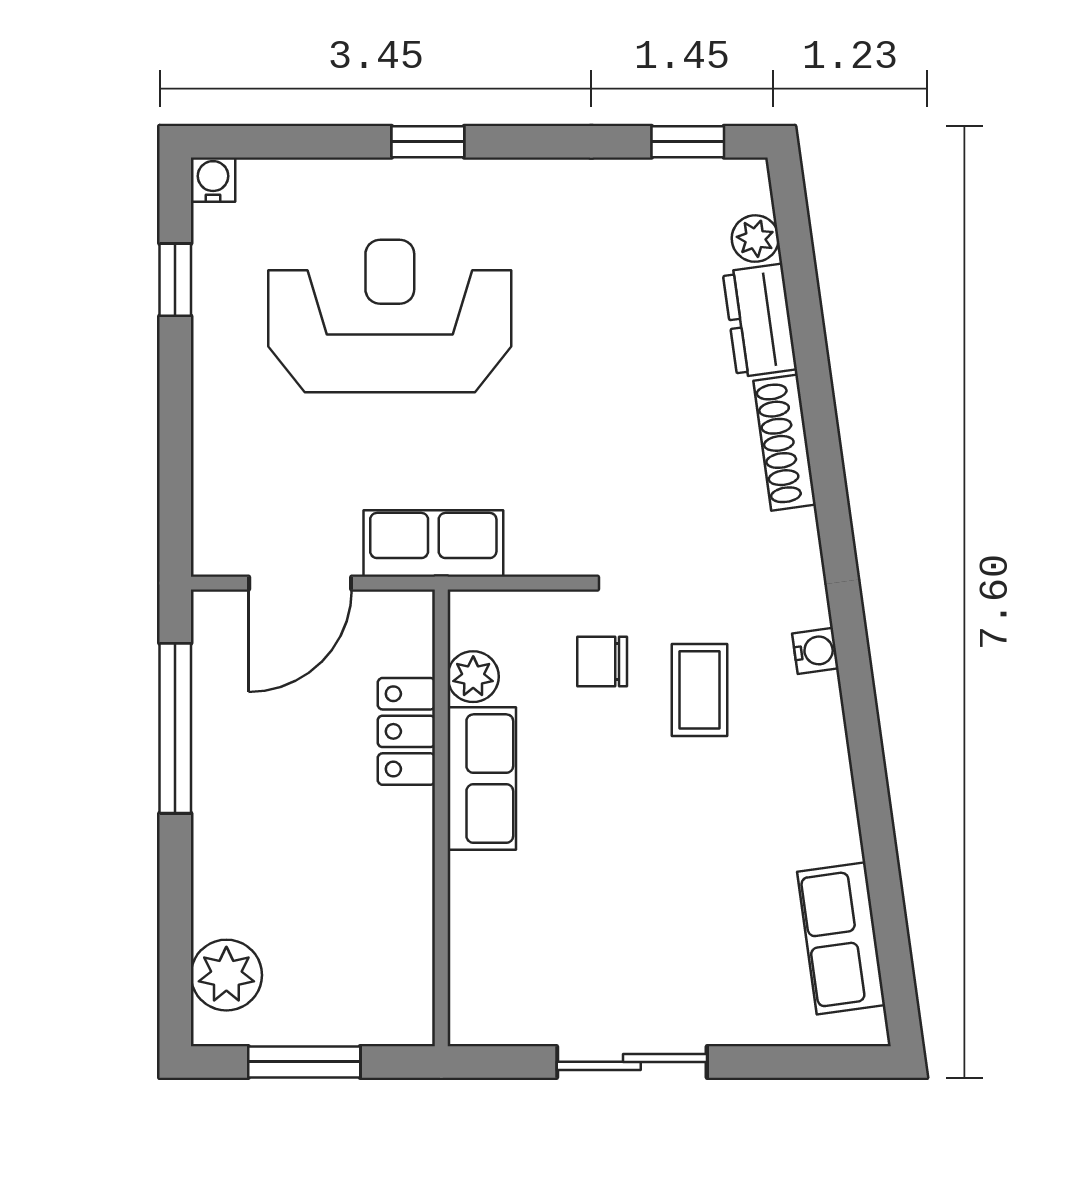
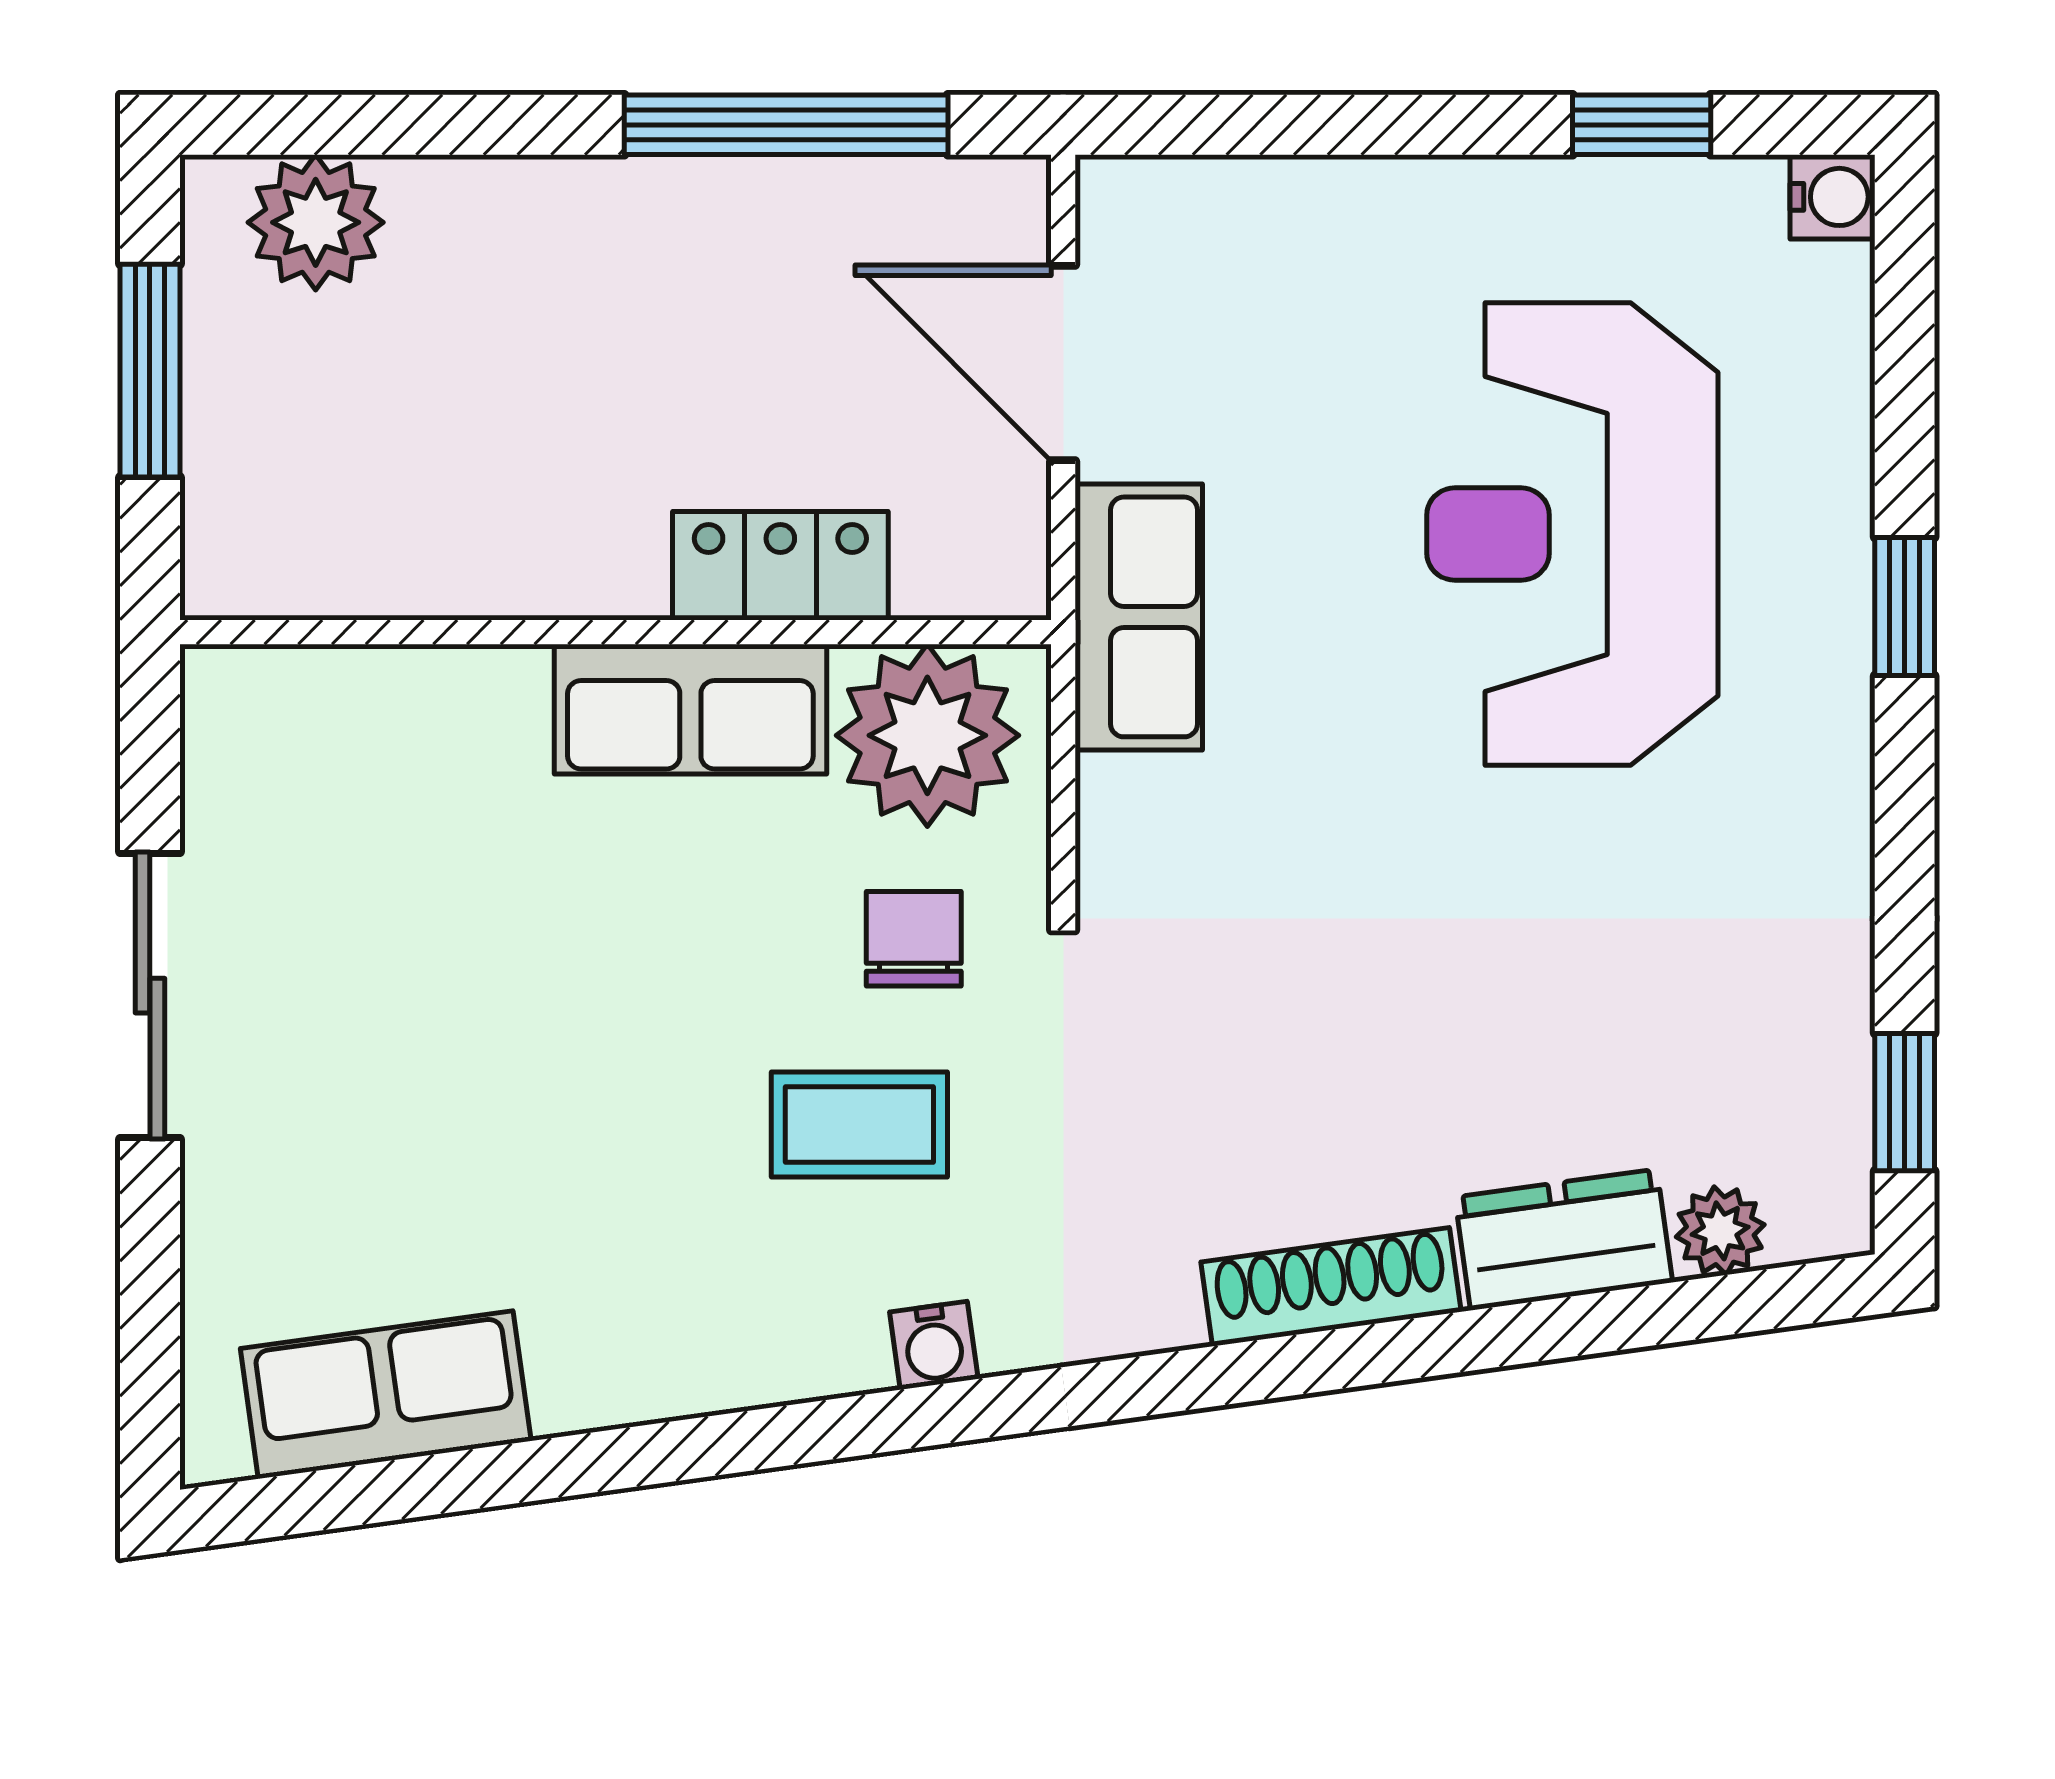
reception desk: (390, 316) -> (1572, 534), turned 180
plant: (473, 677) -> (927, 735), width x1.88, depth x1.88

